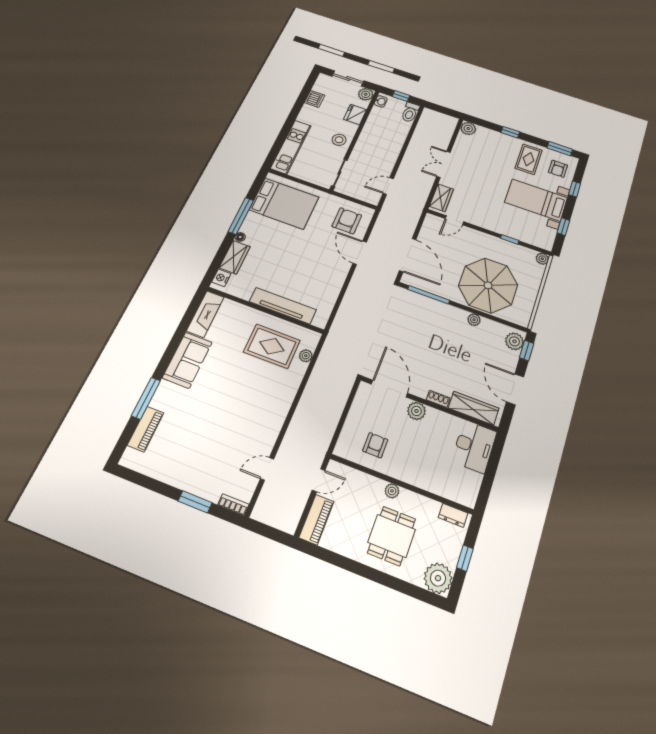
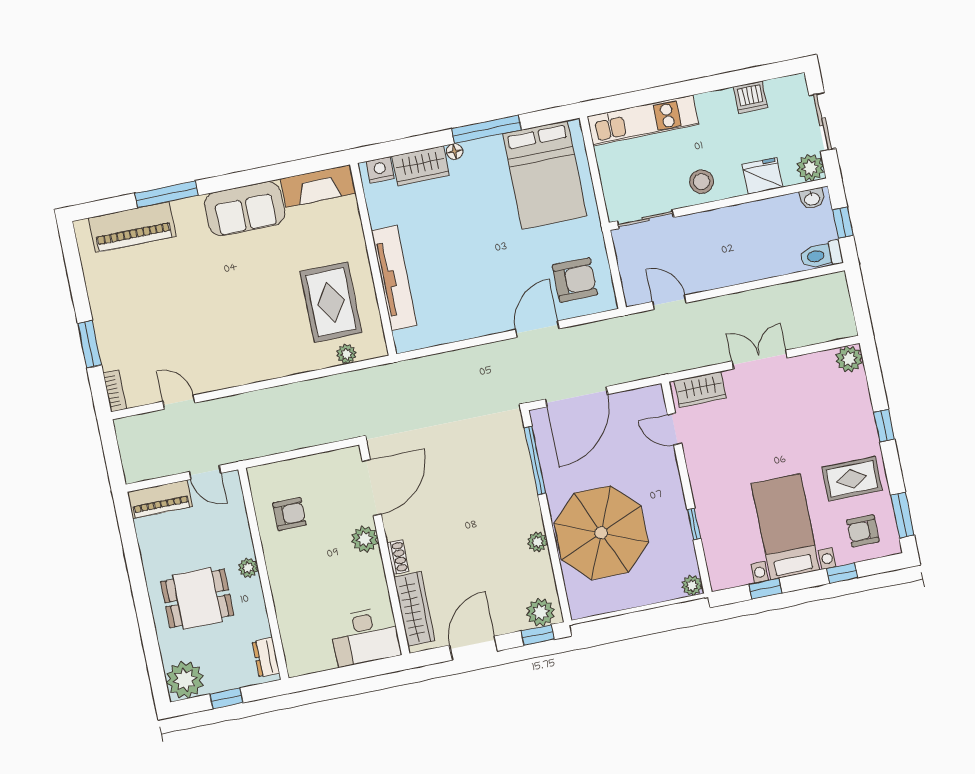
piano: (146, 429) -> (132, 227), width x1.37, depth x1.33

